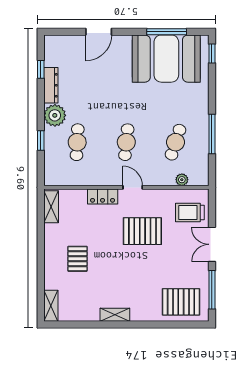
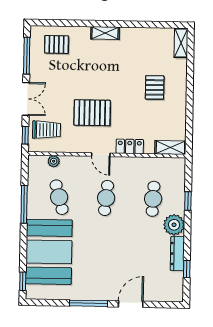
window: (167, 32) -> (88, 303), moved
booth: (166, 59) -> (49, 252), moved, turned 90
cafe table: (176, 142) -> (59, 197), turned -33
window: (212, 206) -> (25, 135), added
shelving: (51, 207) -> (170, 147), moved, turned 90
pallet: (181, 302) -> (57, 44), width x0.67, depth x0.71
shelving: (115, 315) -> (105, 33), moved

